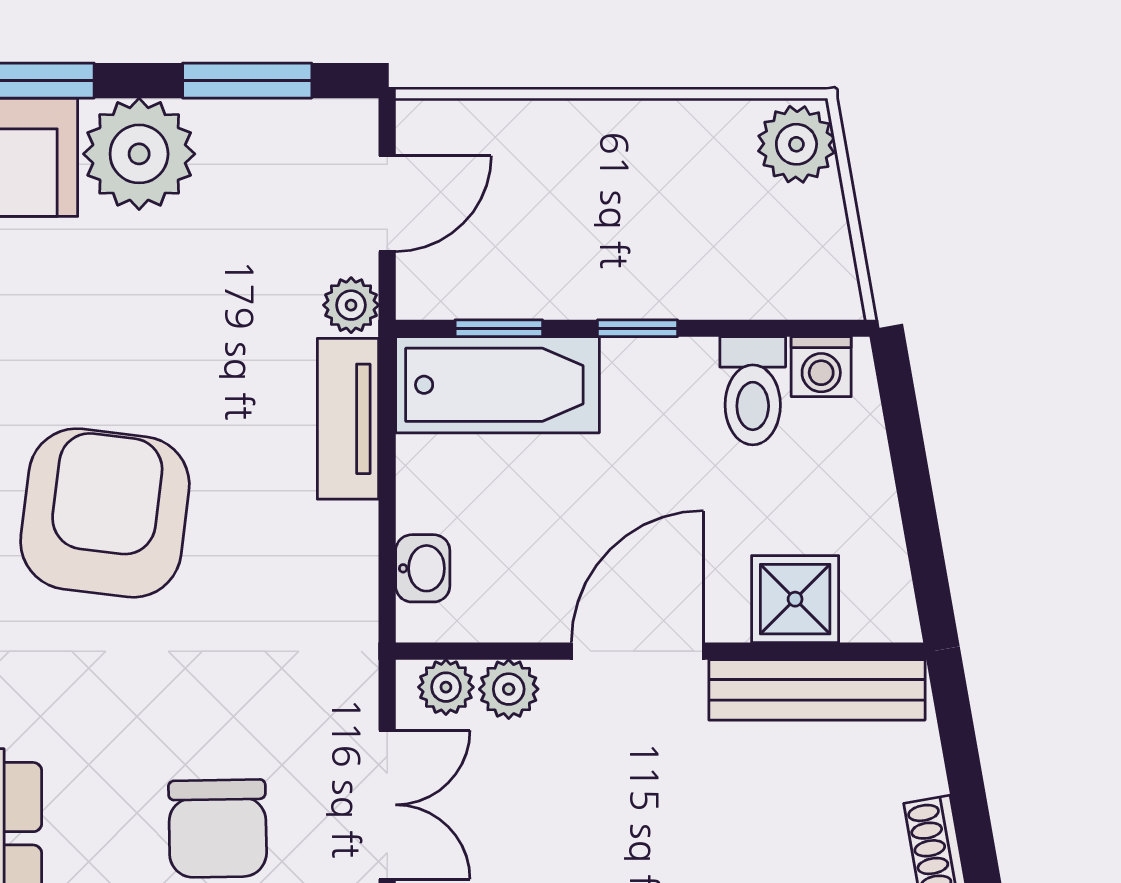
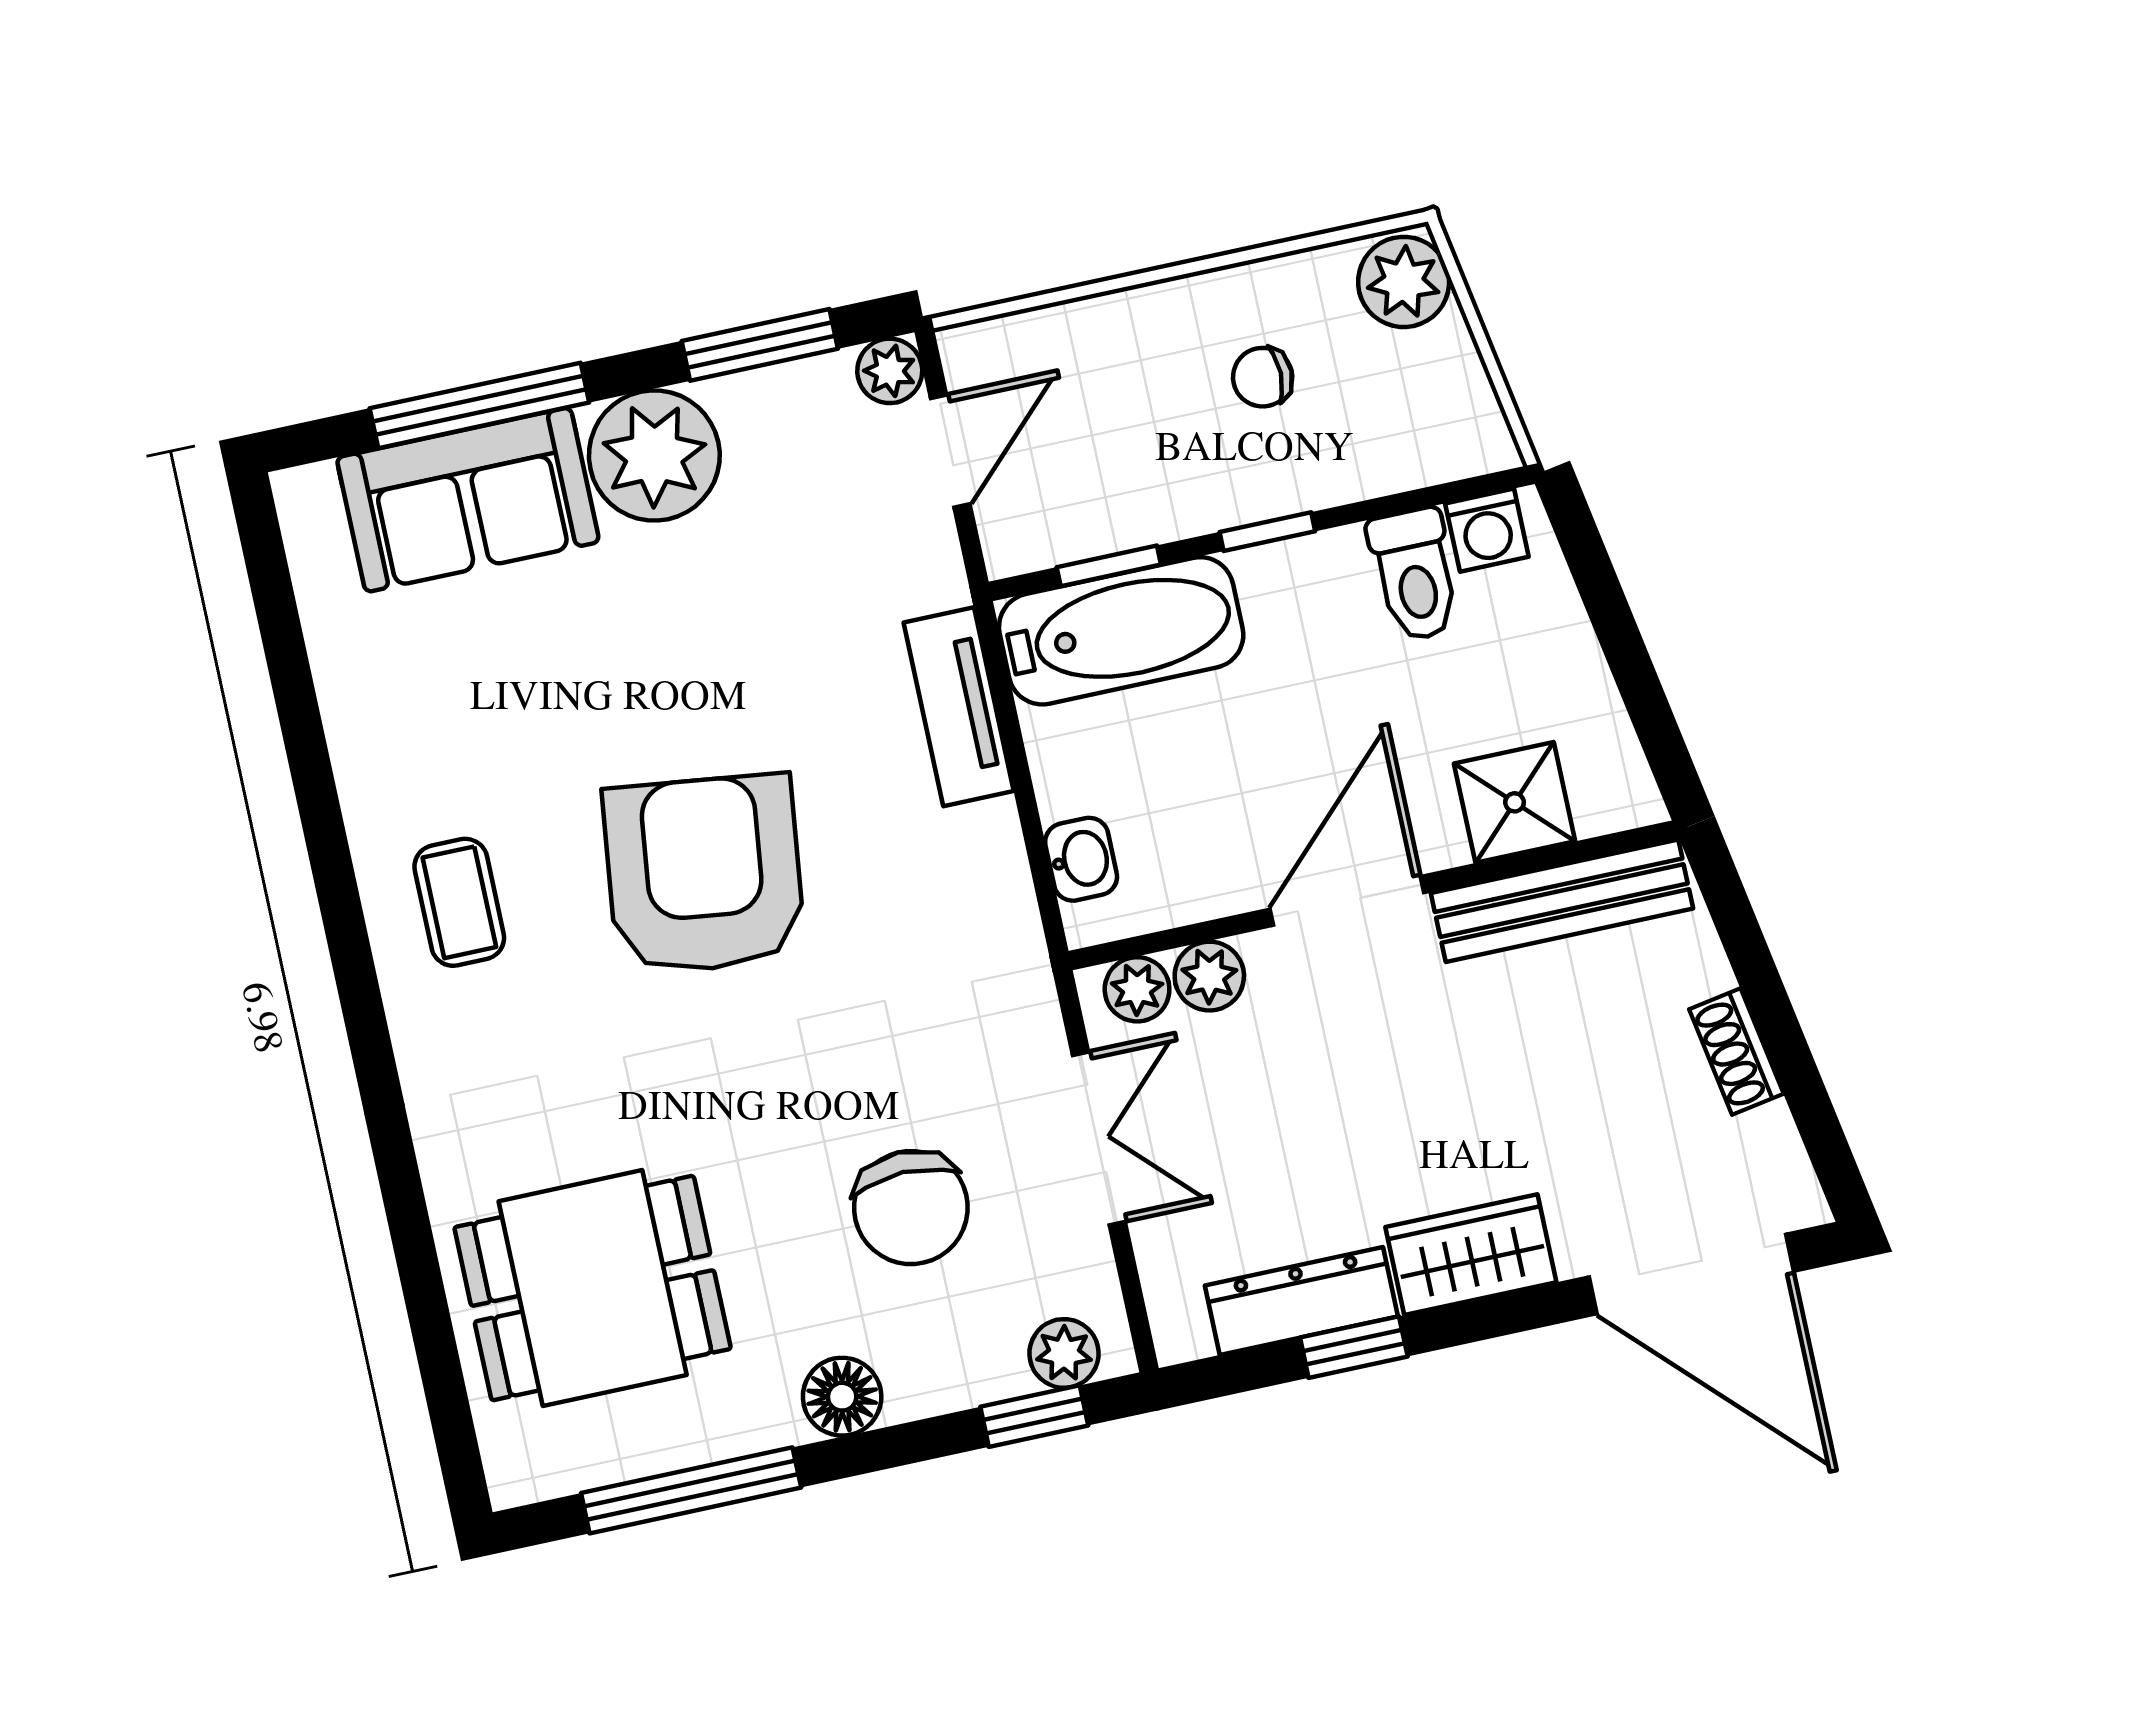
chair: (661, 198) -> (1263, 377), added
plant: (351, 305) -> (890, 371), moved

